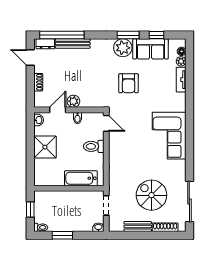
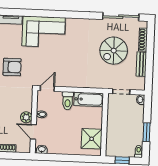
corner sofa: (169, 136) -> (44, 32), moved
shower: (45, 147) -> (92, 139), moved
bathtub: (81, 178) -> (89, 99), moved, turned -90

